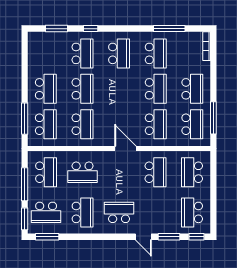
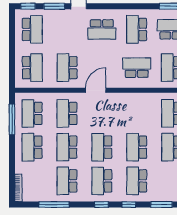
window: (119, 29) -> (101, 205), added
school desk: (82, 124) -> (102, 147), moved
door: (125, 148) -> (96, 90), swing flipped

